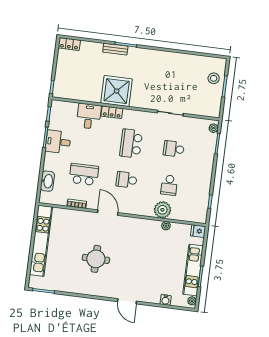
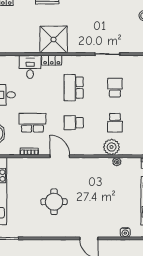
school desk: (174, 149) -> (115, 88), turned 90

